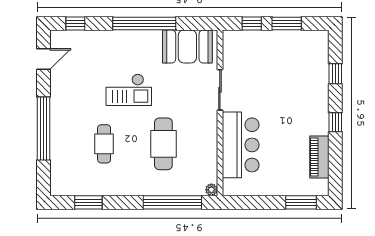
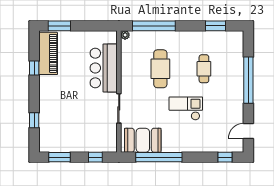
window: (144, 23) -> (159, 157), moved
window: (287, 23) -> (59, 157), moved
window: (335, 122) -> (34, 68), moved
piano: (319, 157) -> (48, 53), width x1.37, depth x1.33

